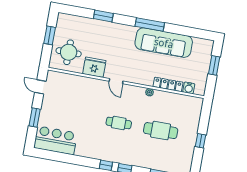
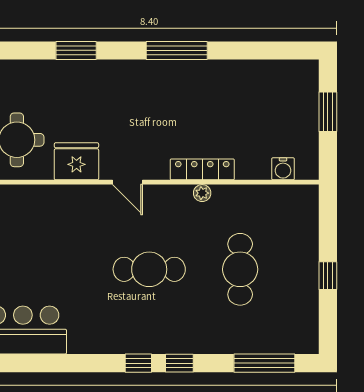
sofa: (164, 43) -> (213, 83), removed
locker: (168, 84) -> (202, 169), moved
cafe table: (119, 123) -> (149, 269), width x1.37, depth x1.35
cafe table: (161, 131) -> (240, 269), turned 90

